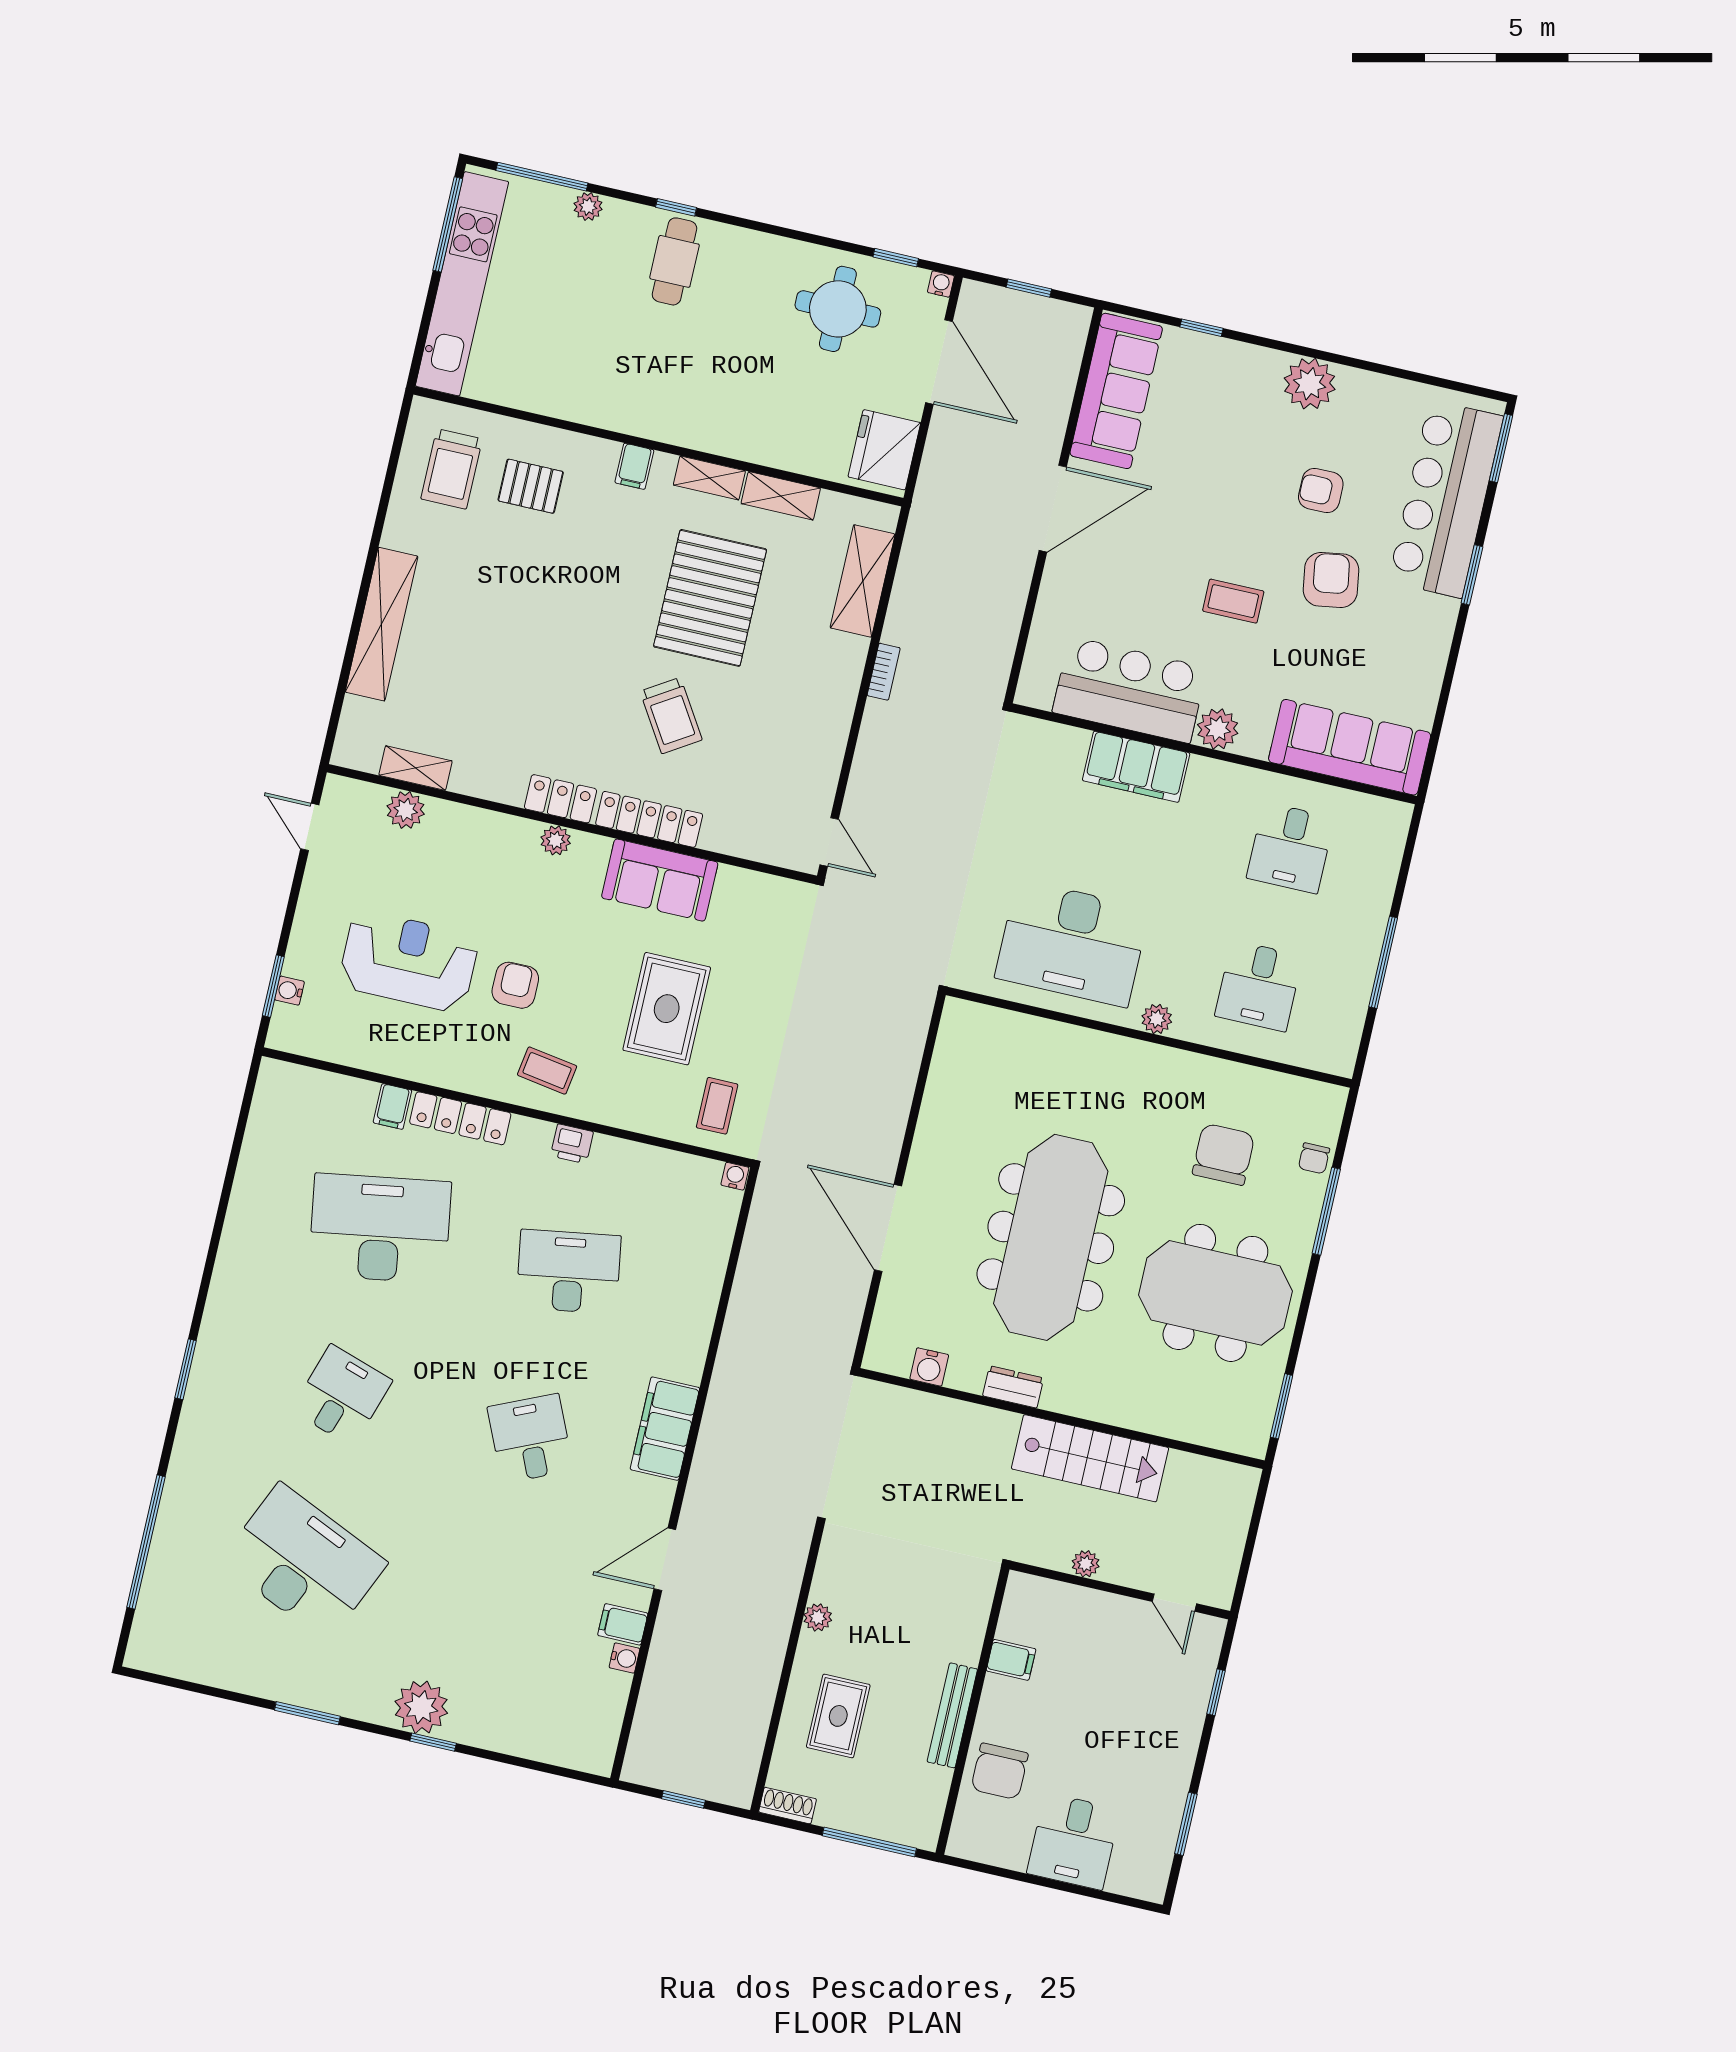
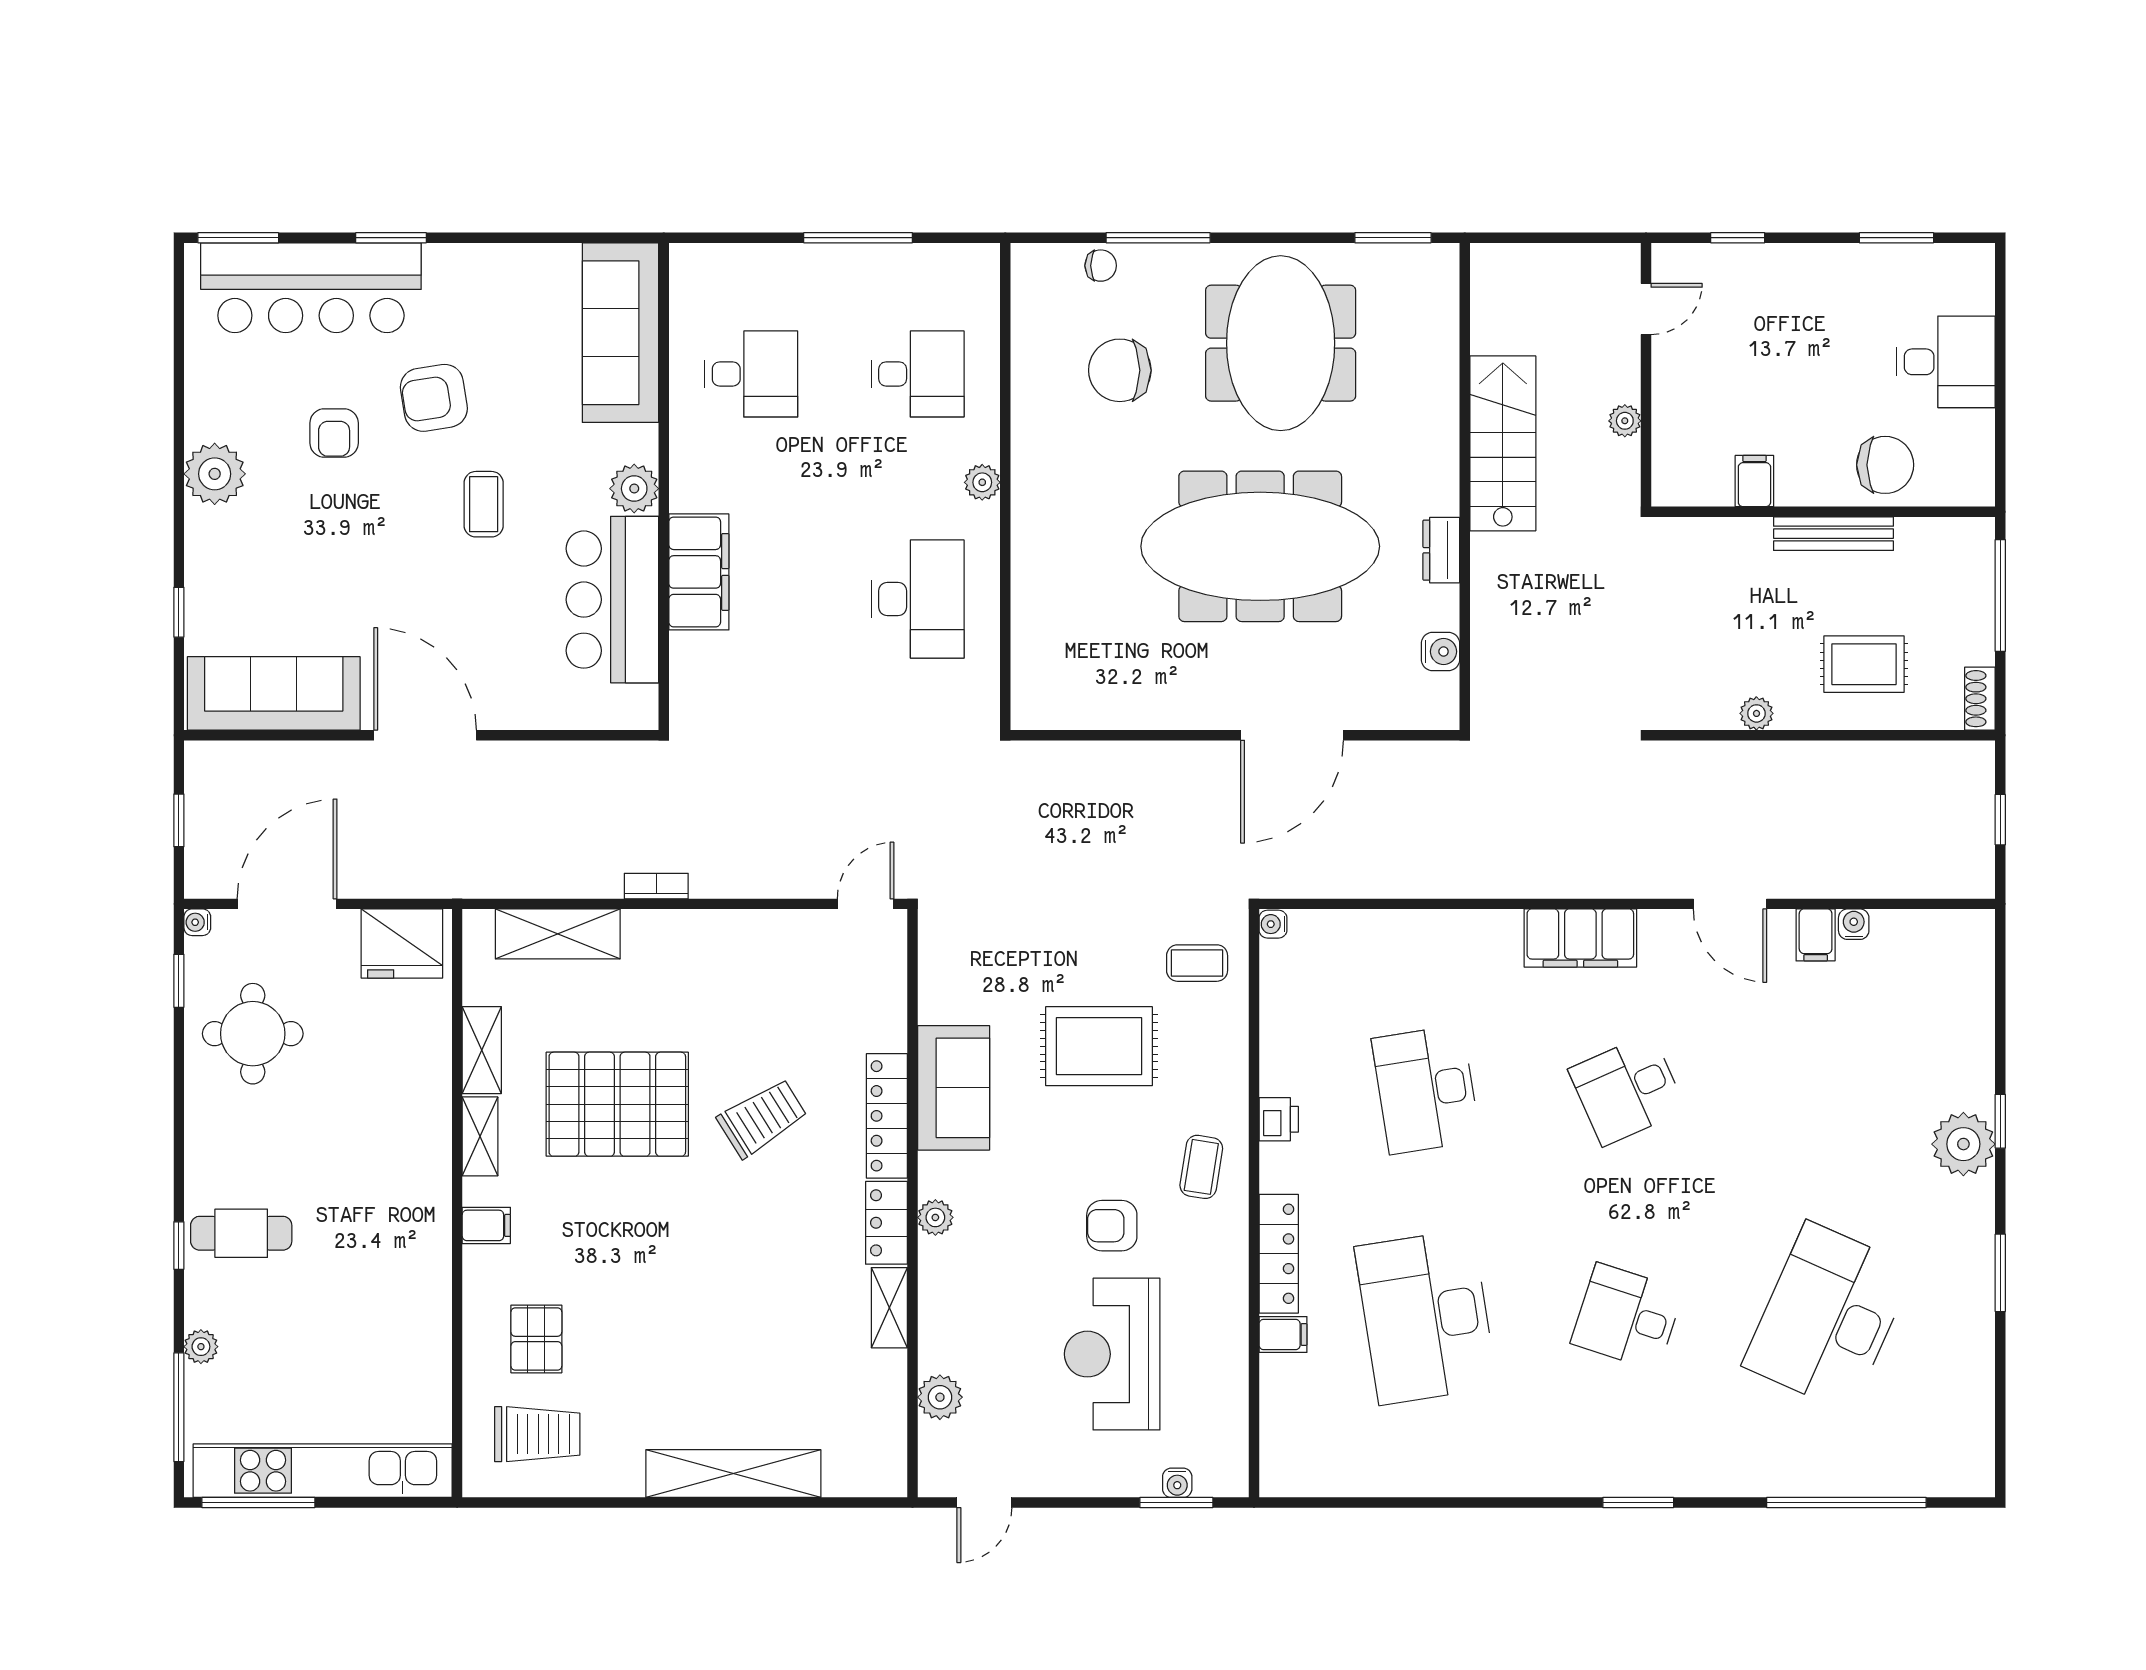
shelving: (415, 768) -> (889, 1308), moved
desk: (1072, 943) -> (918, 599), width x0.73, depth x0.77

